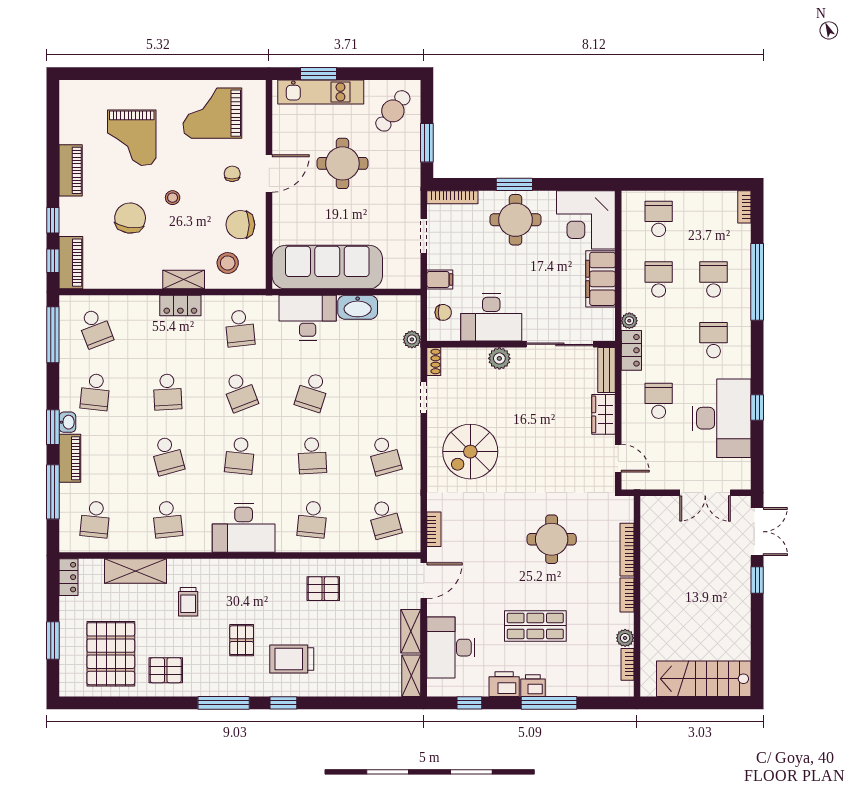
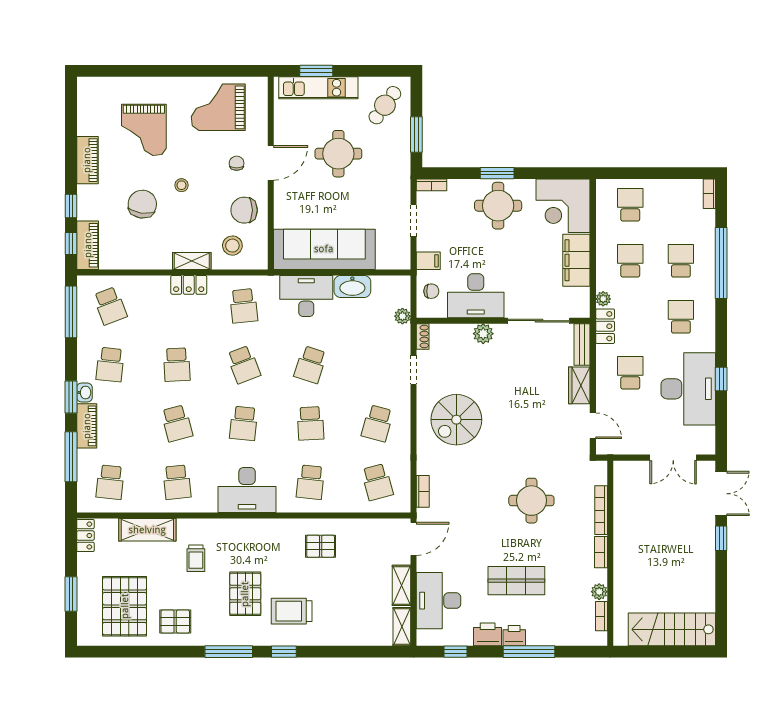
bookcase: (452, 197) -> (431, 185), width x0.64
school desk: (385, 456) -> (377, 423), turned 30
pallet: (242, 640) -> (245, 594), width x1.50, depth x1.42

